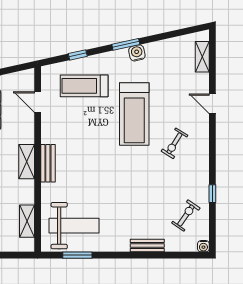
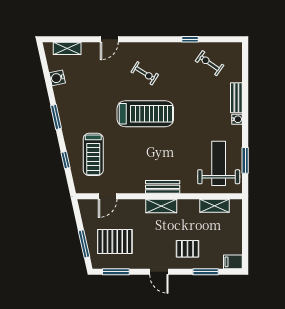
water cooler: (137, 53) -> (57, 78), moved
treadmill: (134, 114) -> (145, 114), moved
water cooler: (203, 246) -> (237, 119), moved

